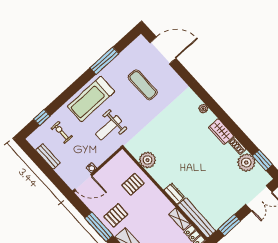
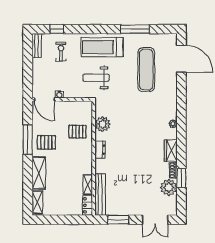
exercise mat: (143, 85) -> (146, 70), width x1.36, depth x1.45
bench: (48, 156) -> (37, 46), moved
window: (263, 160) -> (181, 178), moved
dresser: (174, 193) -> (100, 150), moved

